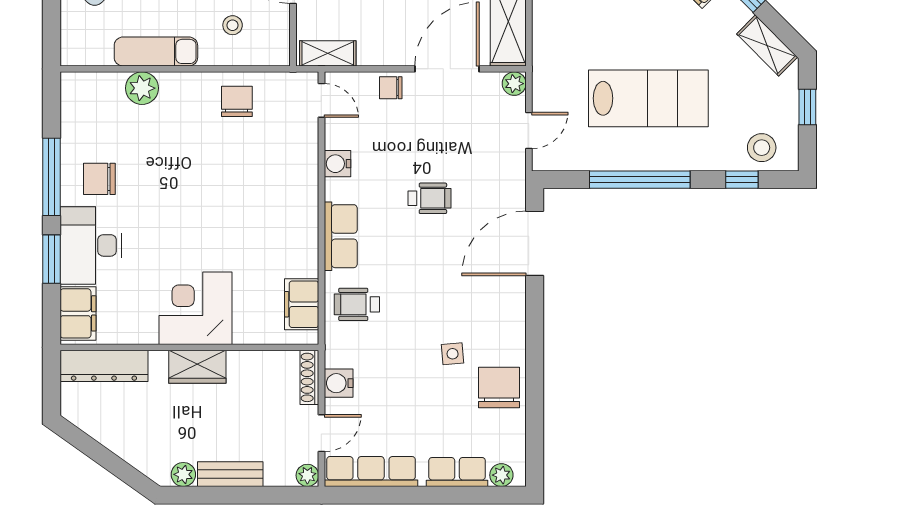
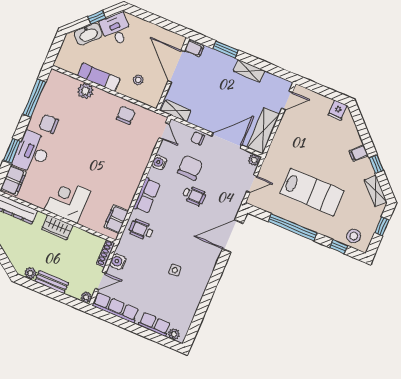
window: (52, 177) -> (34, 98), moved
chair: (499, 388) -> (190, 168), moved

